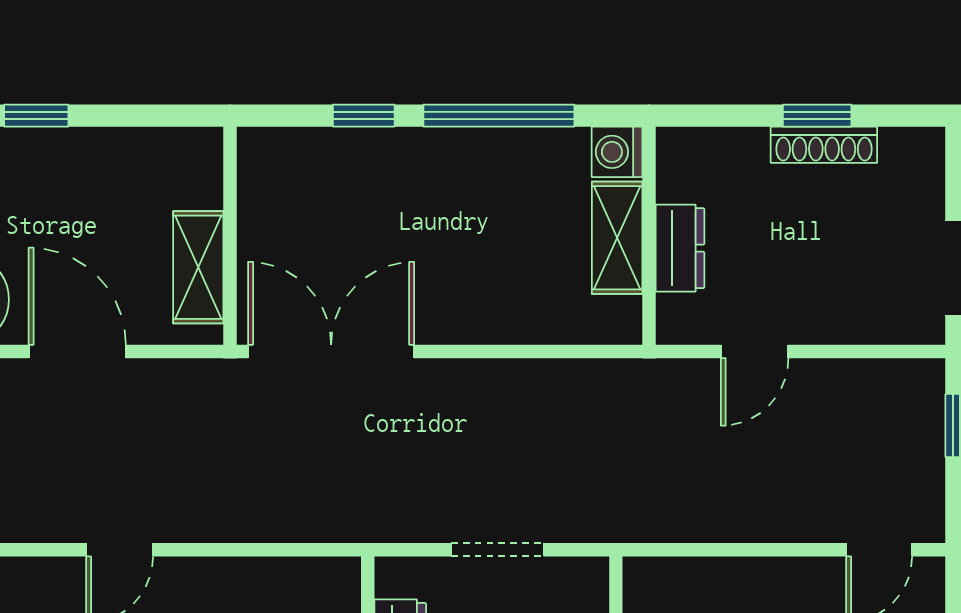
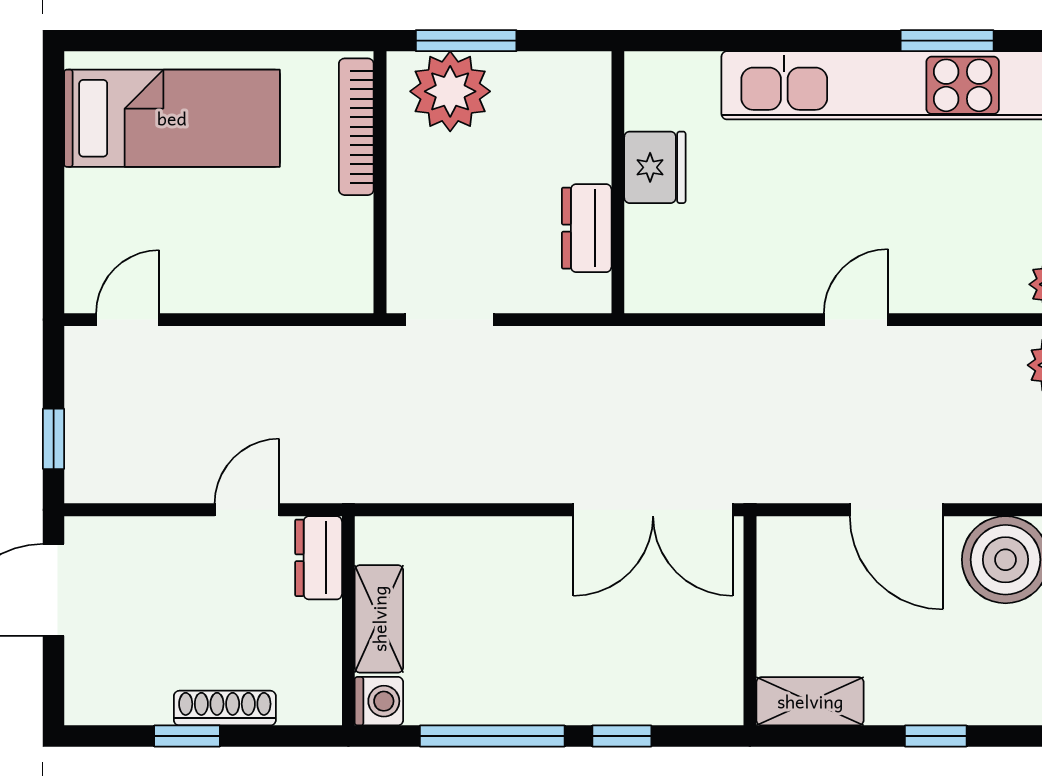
shoe rack: (824, 145) -> (225, 708), moved
dresser: (680, 248) -> (319, 558), moved
shelving: (198, 267) -> (810, 701), moved, turned 90
doorway: (497, 550) -> (450, 320), moved

